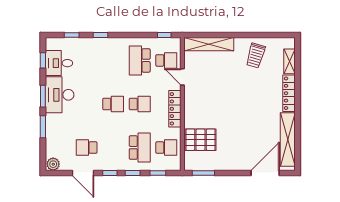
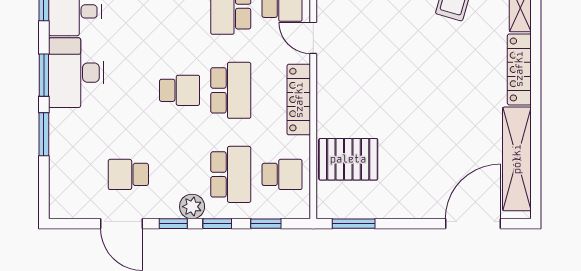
school desk: (140, 104) -> (231, 90), width x1.85
plant: (53, 164) -> (192, 207), moved

